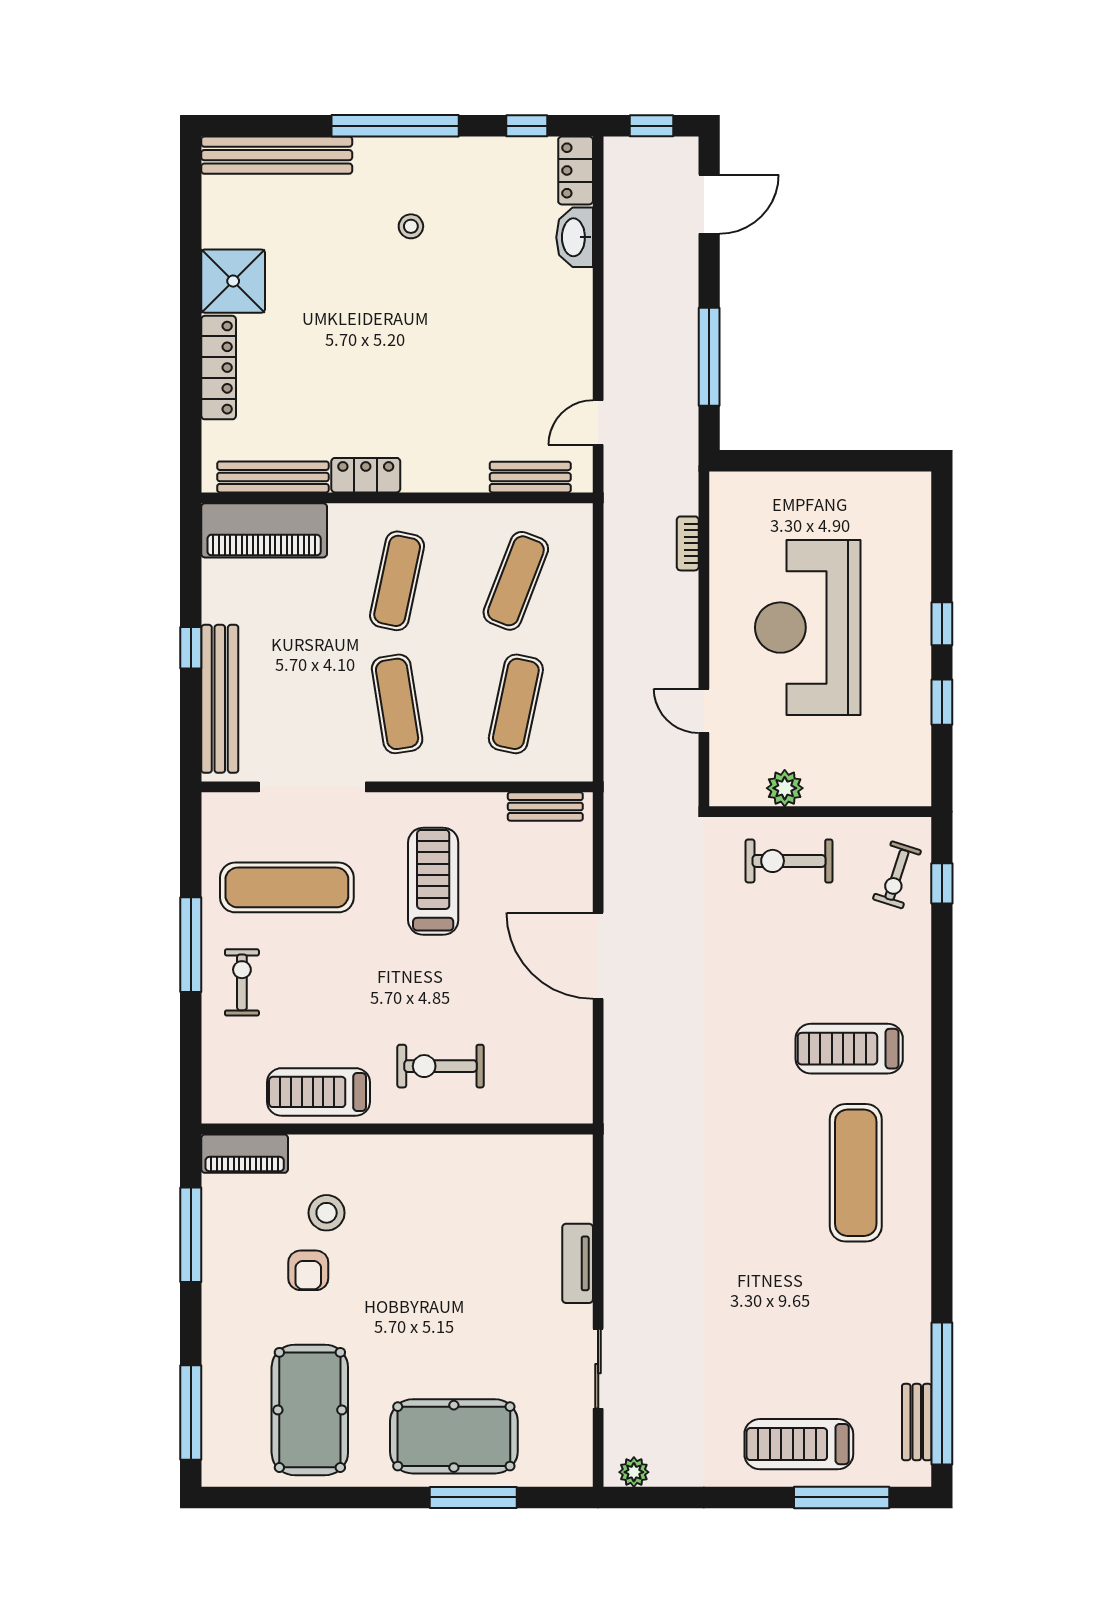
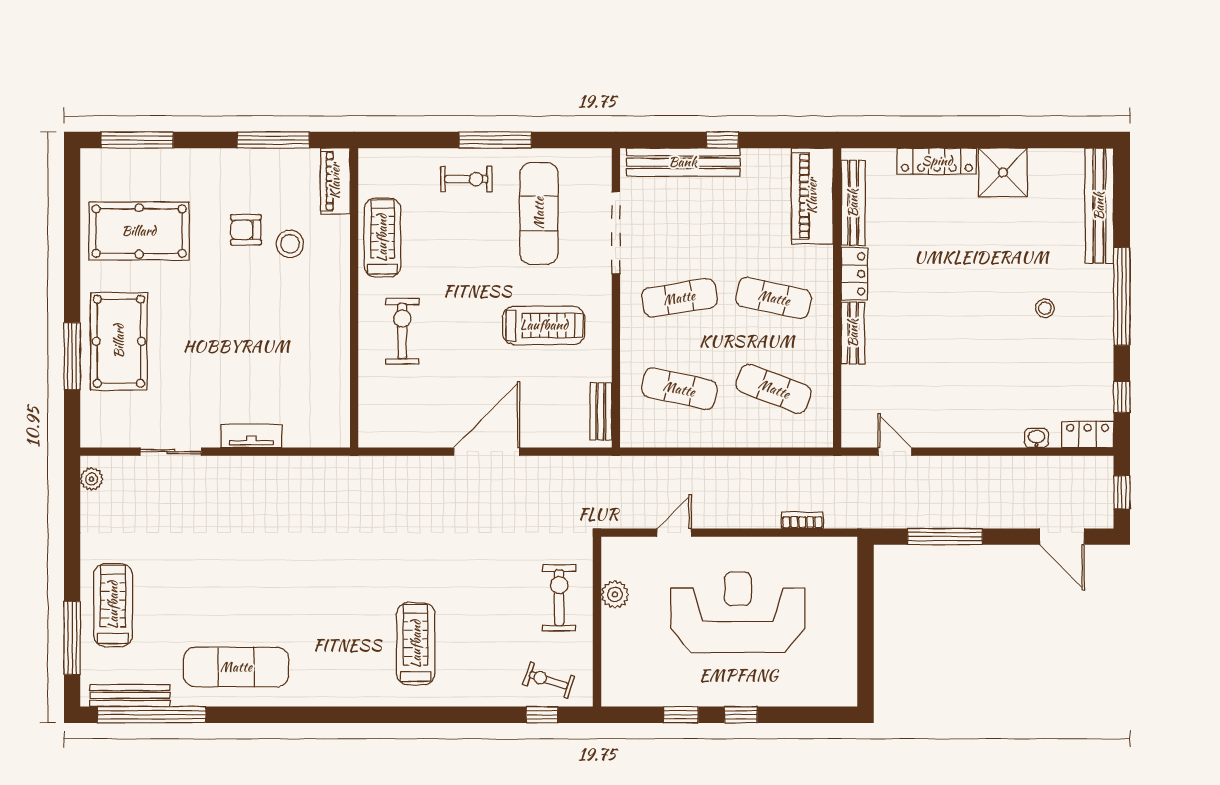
washbasin: (575, 237) -> (1036, 438), width x0.52, depth x0.69
bench: (530, 477) -> (853, 333), moved
exercise mat: (856, 1173) -> (236, 667), moved
bench: (917, 1422) -> (130, 695), width x1.36

